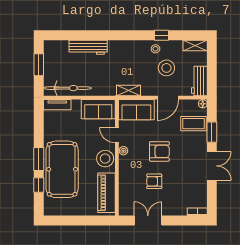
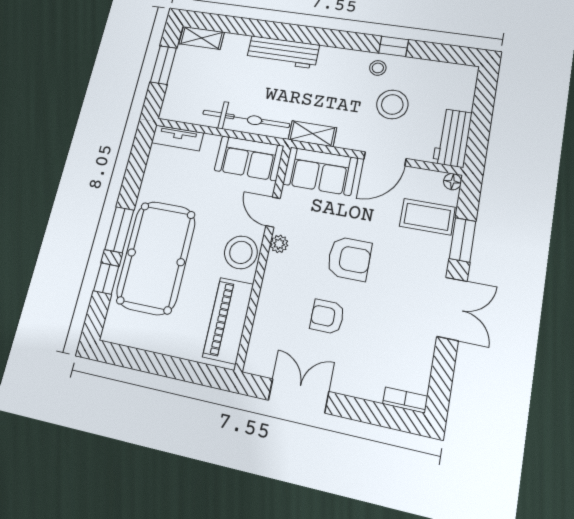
shelving: (195, 46) -> (202, 38), moved
workbench: (88, 47) -> (283, 52), moved
bicycle: (68, 88) -> (246, 119), moved

